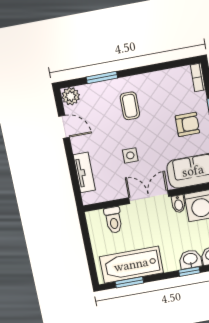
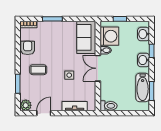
armchair: (187, 124) -> (28, 48), moved
toilet: (113, 220) -> (109, 106), moved
washbasin: (190, 259) -> (143, 60), moved
bathtub: (131, 265) -> (143, 87), width x0.73, depth x0.73

